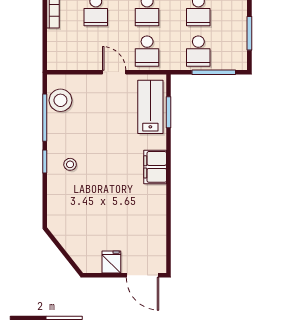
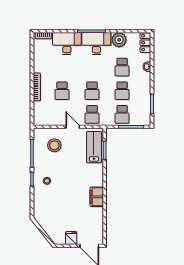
stool: (60, 100) -> (54, 145), moved
filing cabinet: (155, 167) -> (97, 197), moved

